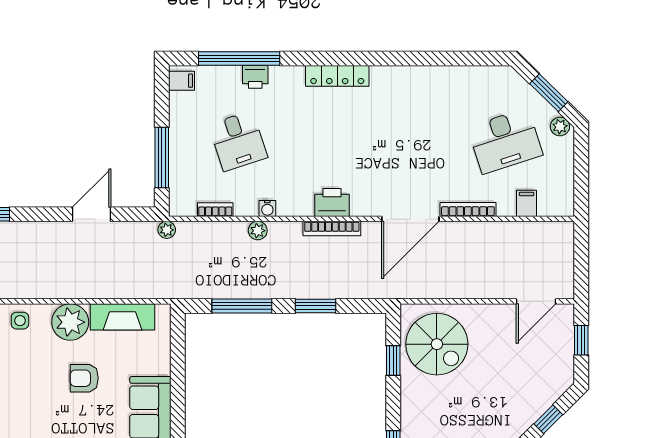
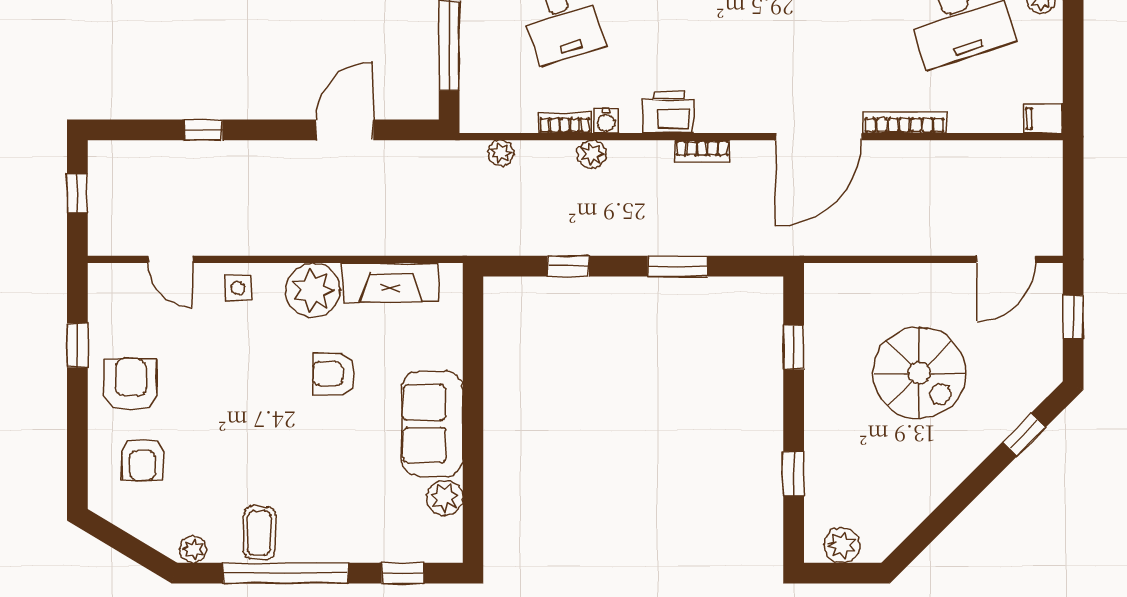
printer: (332, 203) -> (668, 112), moved
filing cabinet: (527, 203) -> (1043, 118), moved, turned -90
bookcase: (215, 210) -> (565, 123), moved
bookcase: (332, 229) -> (702, 151), width x0.64
plant: (167, 230) -> (501, 153), moved
window: (242, 306) -> (568, 266), width x0.46
spiral stairs: (437, 344) -> (919, 373), moved

